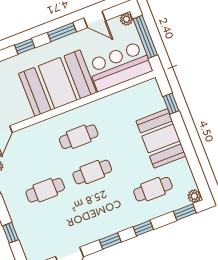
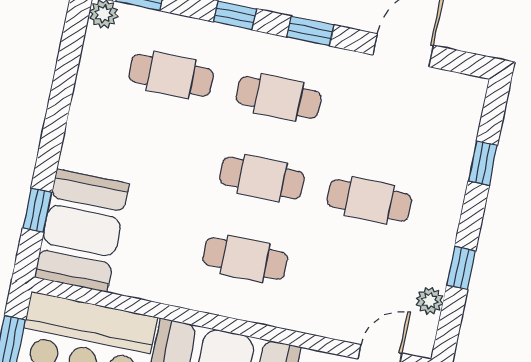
booth: (161, 138) -> (82, 231), moved
cafe table: (106, 207) -> (279, 98), added

